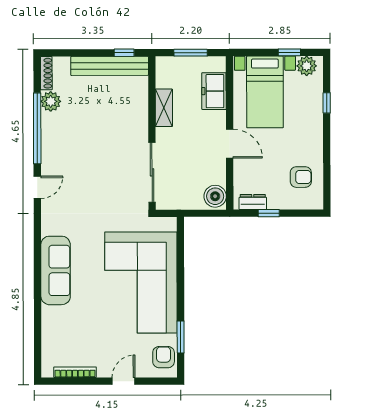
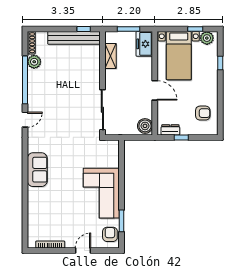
freezer: (214, 91) -> (144, 44), moved
shelving: (164, 108) -> (111, 56), moved
sofa: (56, 270) -> (37, 170), width x0.73
corner sofa: (141, 283) -> (101, 193), width x0.73, depth x0.74

